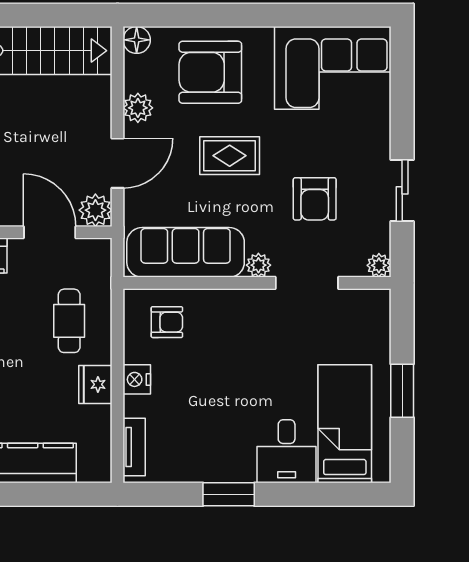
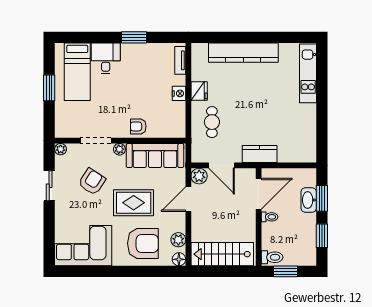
plant: (138, 108) -> (178, 240), moved
rug: (230, 156) -> (134, 203), width x1.36, depth x1.43
armchair: (315, 199) -> (92, 182), turned 33
armchair: (167, 322) -> (138, 126), moved

